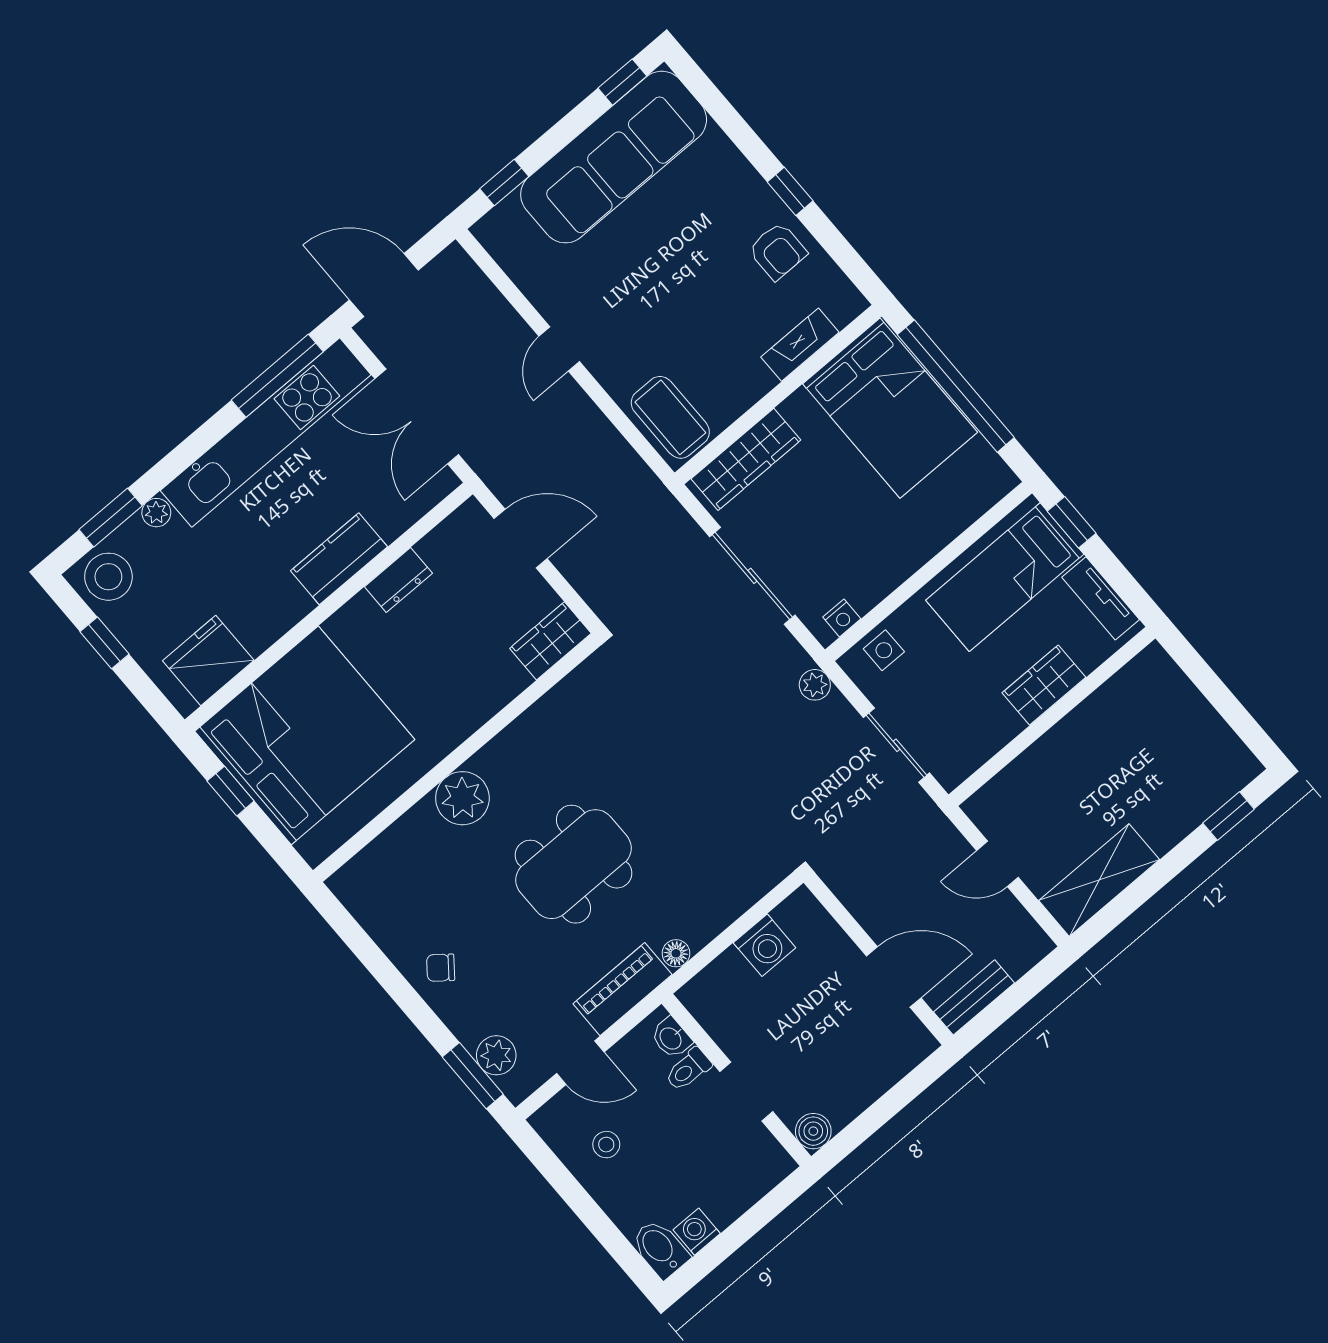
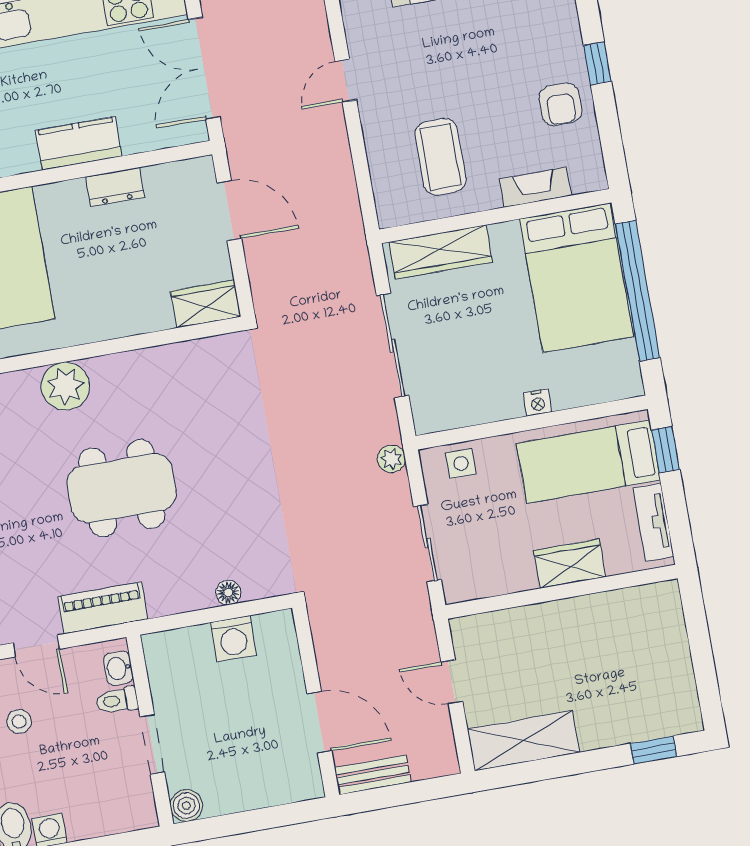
coffee table: (670, 417) -> (441, 157), moved
nightstand: (842, 618) -> (538, 402), moved
floor lamp: (676, 953) -> (228, 593), moved

